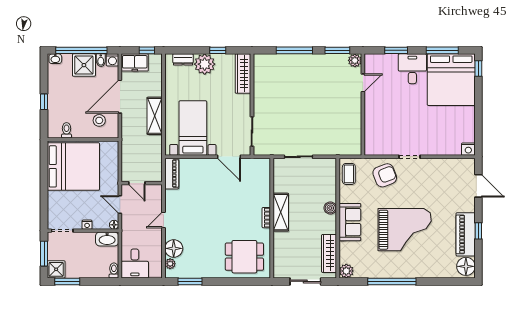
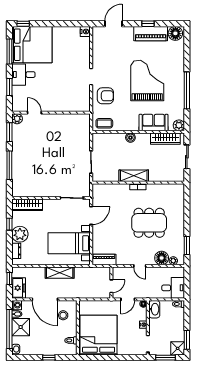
armchair: (385, 175) -> (105, 96), turned 111
sofa: (350, 222) -> (154, 123), moved
dining table: (244, 257) -> (149, 223), moved, width x1.38

